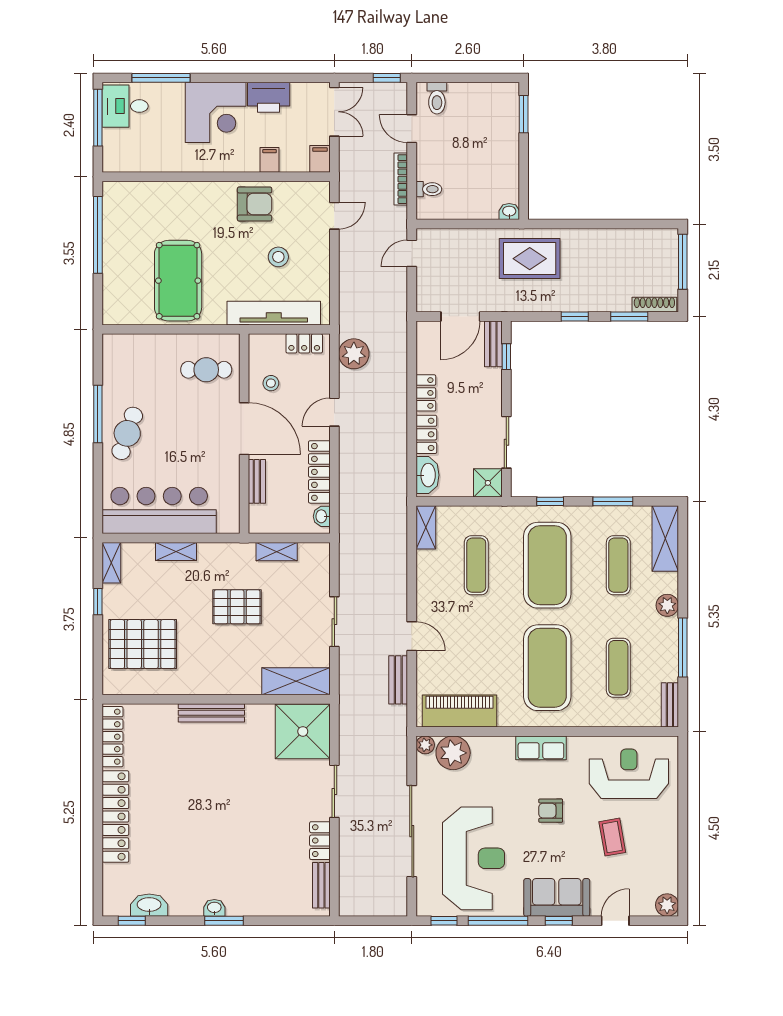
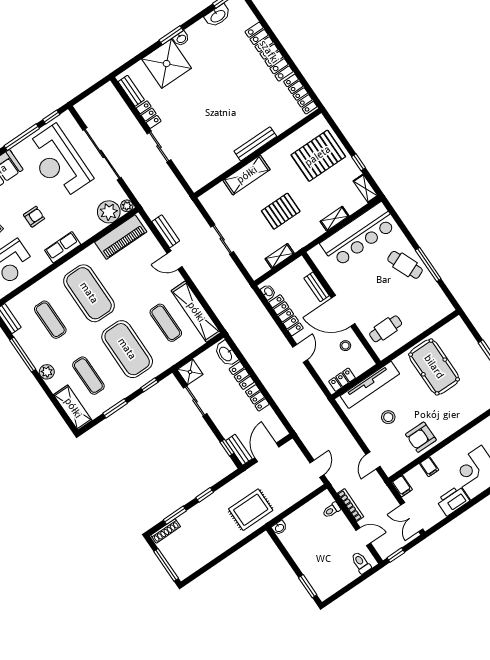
plant: (354, 354) -> (311, 392), removed
cafe table: (127, 433) -> (405, 265), turned -42
shelving: (426, 527) -> (196, 312), width x2.20, depth x1.33
shelving: (296, 681) -> (247, 175), moved
shower: (303, 731) -> (167, 64), moved

